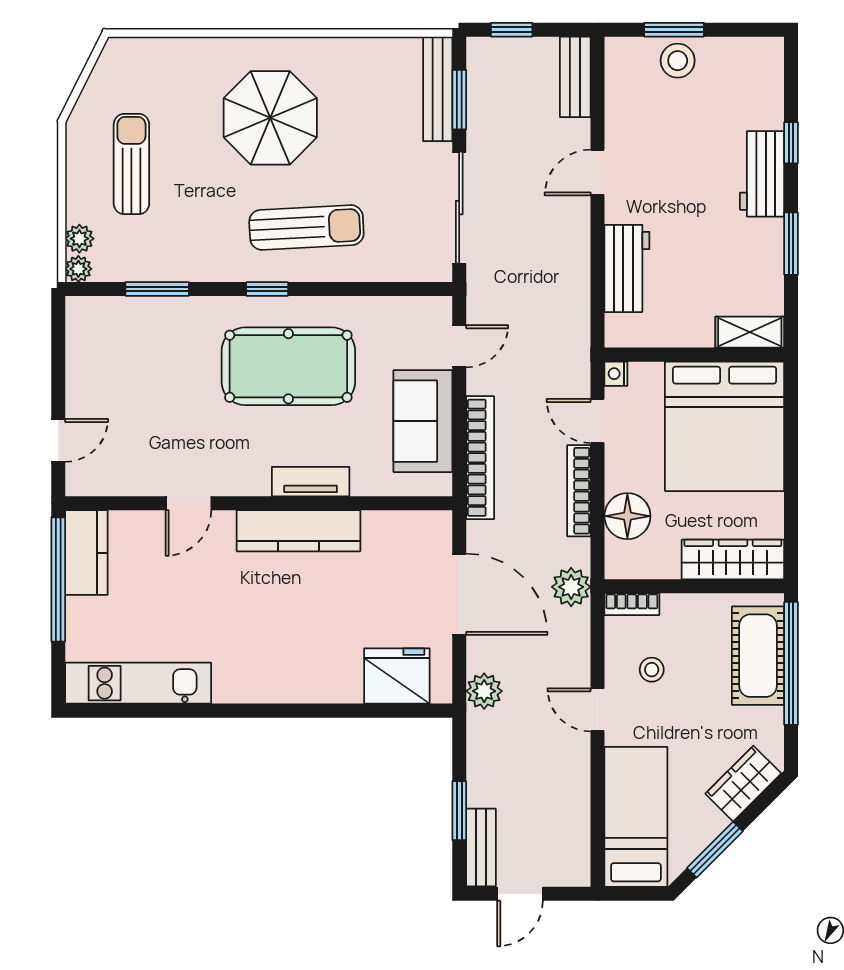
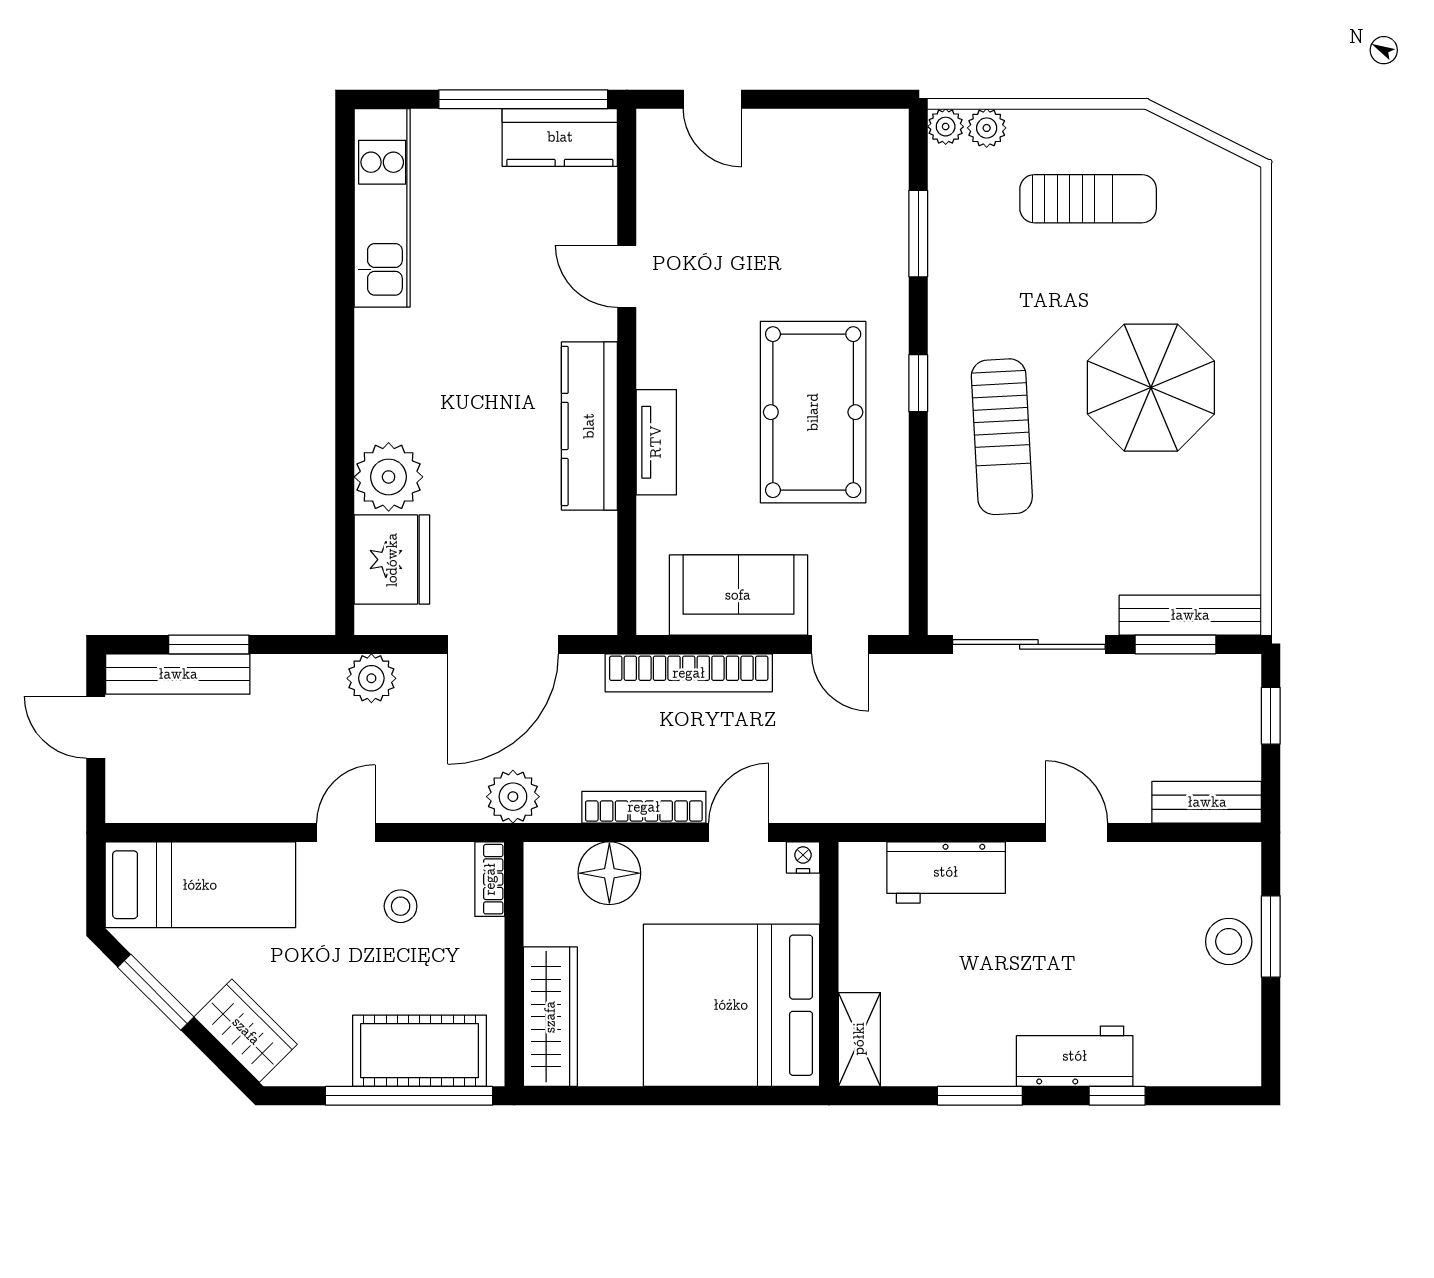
plant: (336, 678) -> (389, 477), added
bench: (481, 848) -> (178, 674), width x1.36

